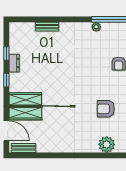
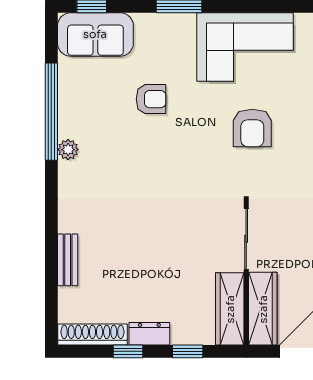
shoe rack: (14, 38) -> (92, 334), added

